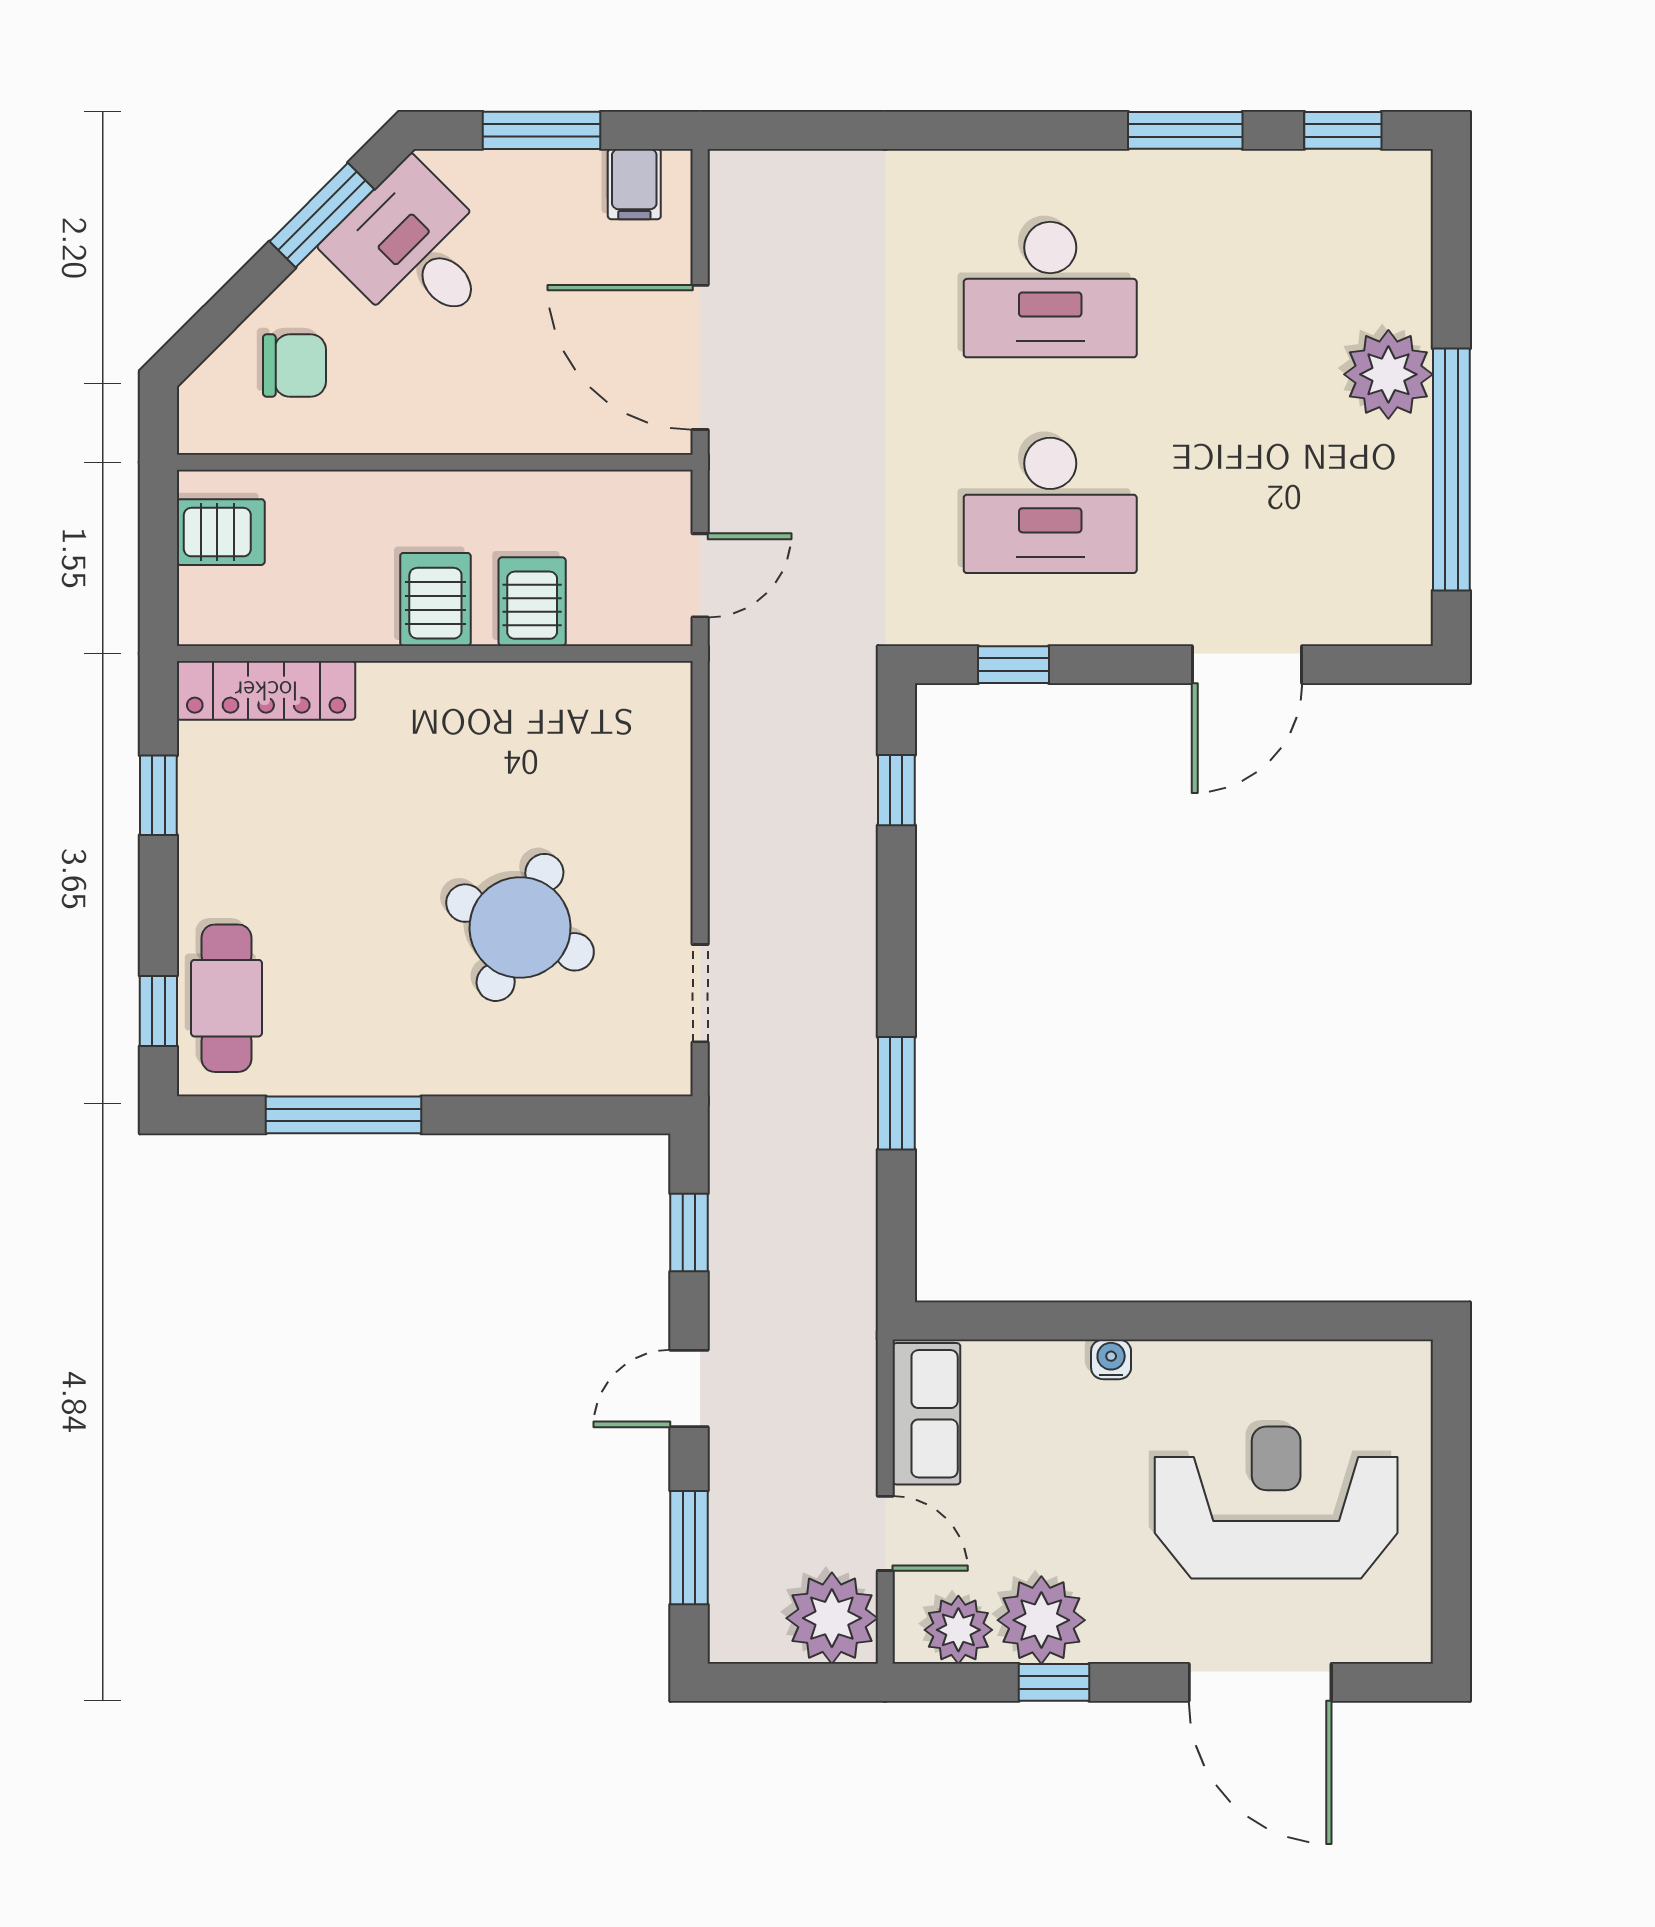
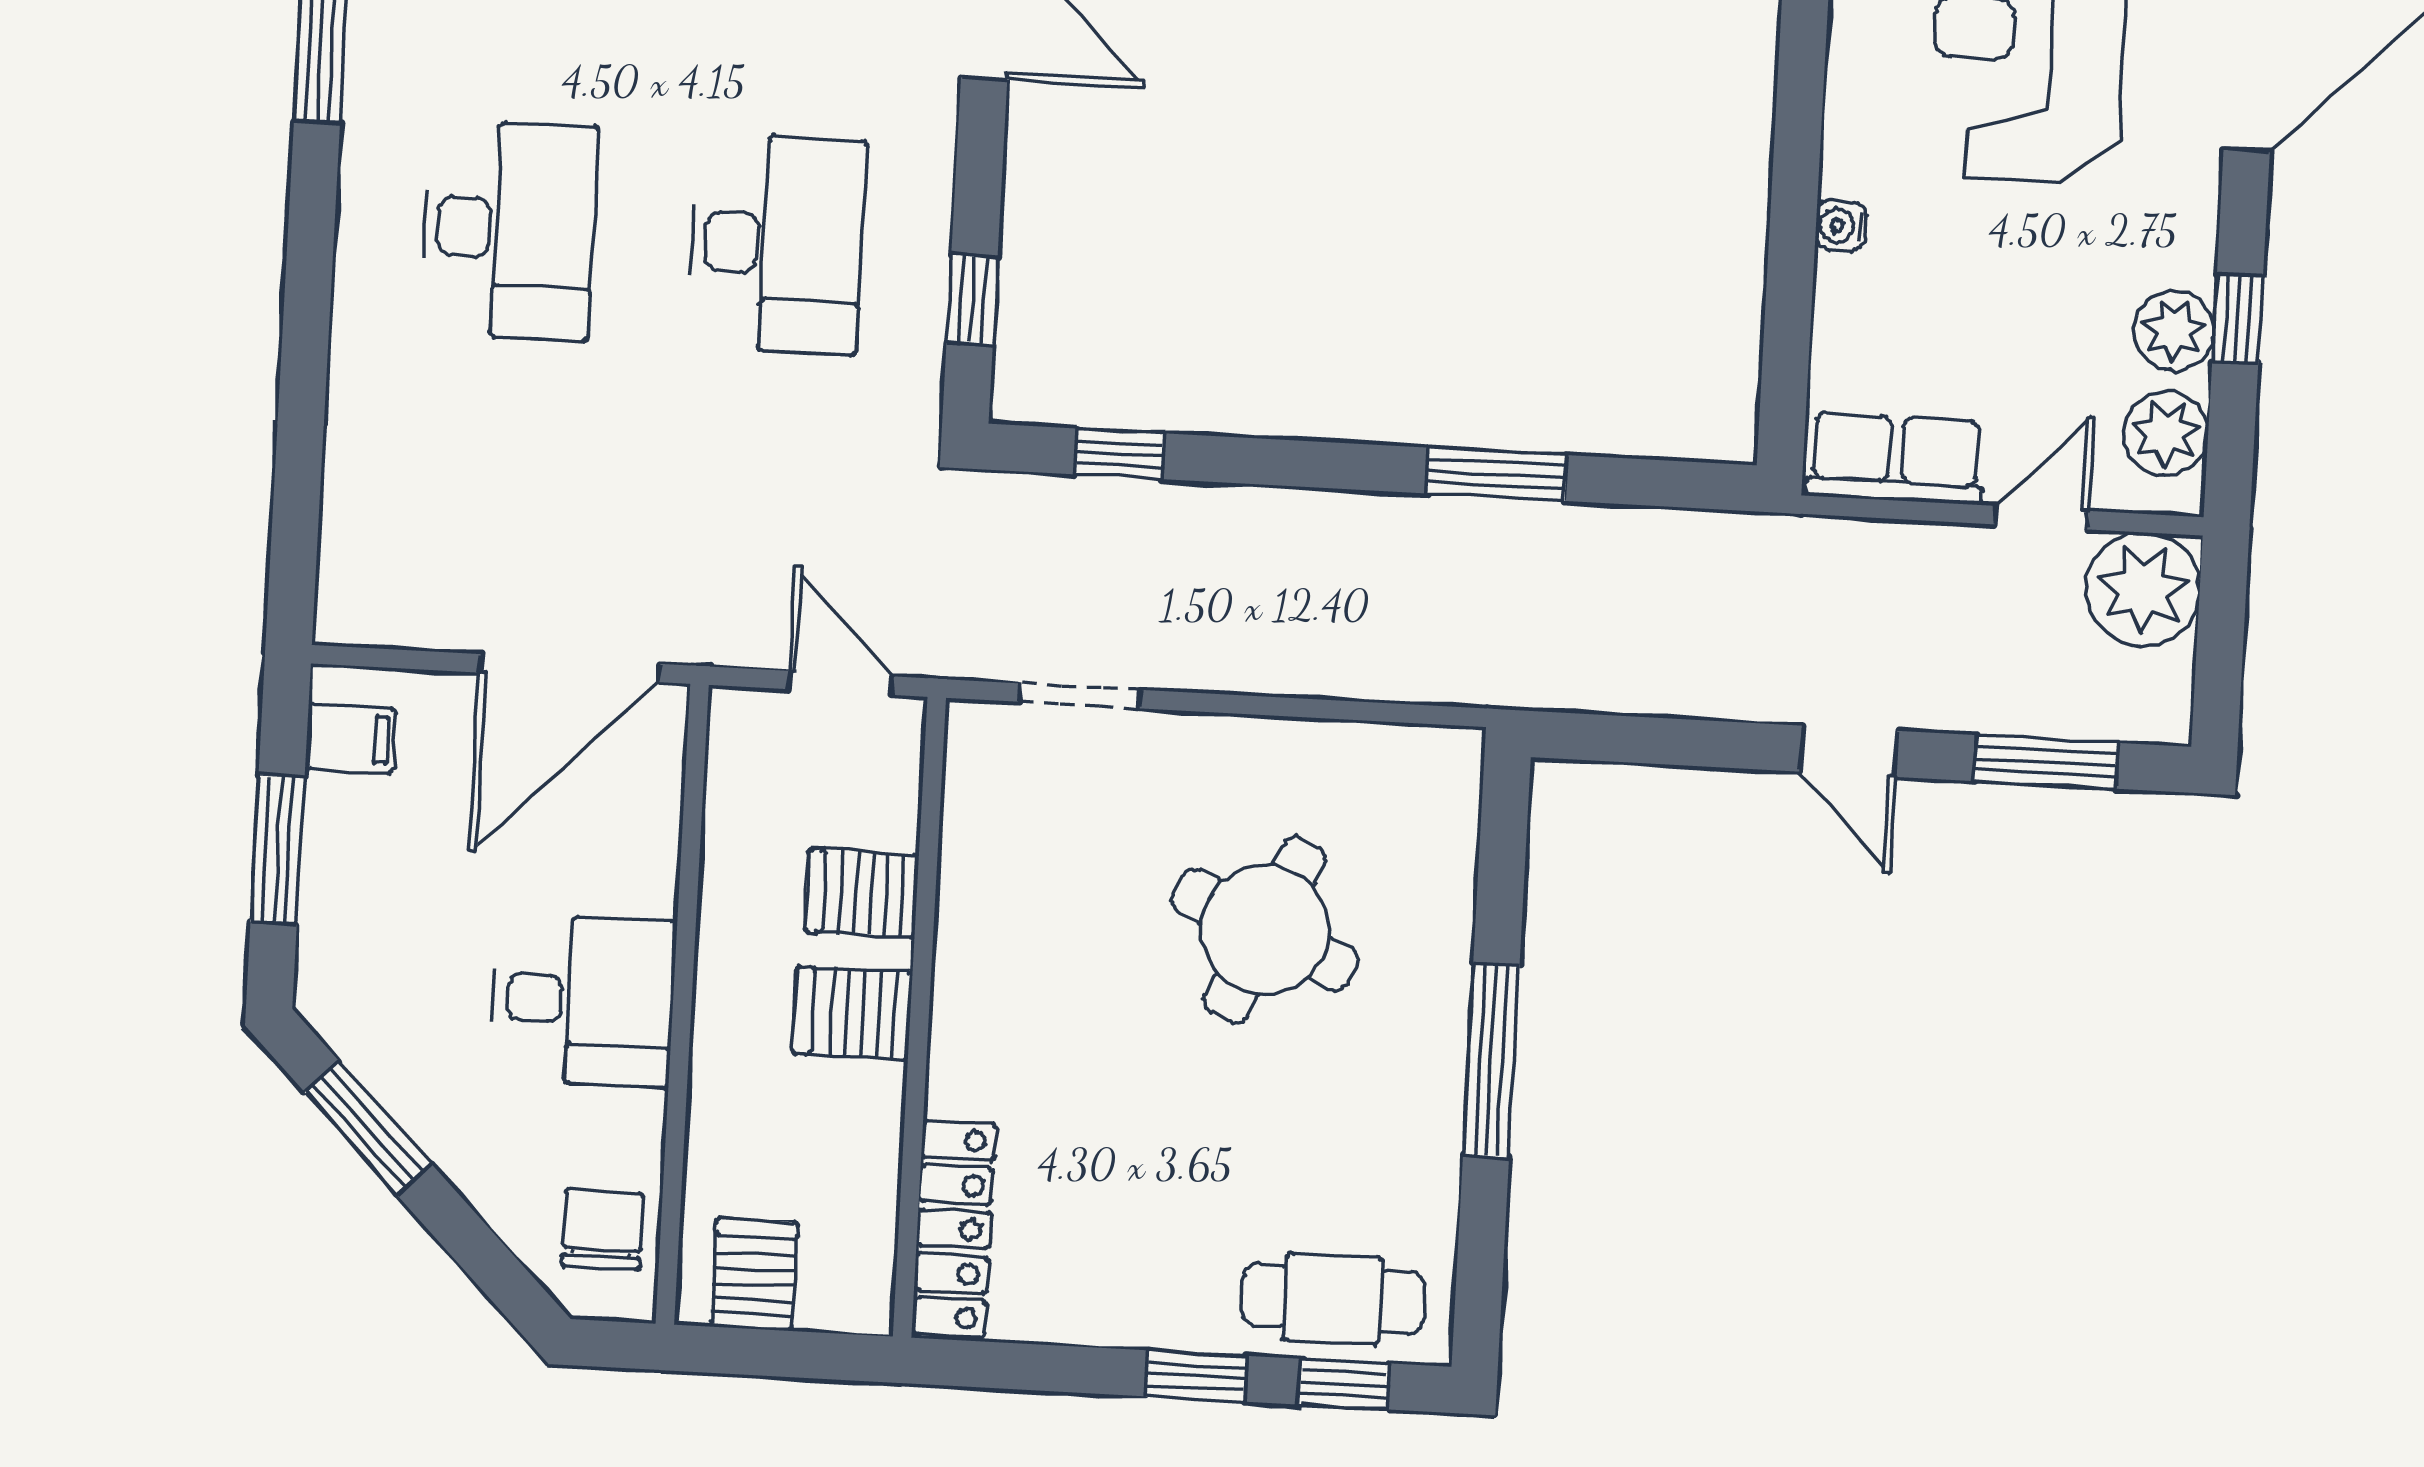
desk: (415, 251) -> (583, 1000), moved, turned -135
chair: (295, 365) -> (603, 1229), moved
window: (158, 795) -> (1196, 1376), moved
doorway: (700, 993) -> (1079, 696), moved
window: (343, 1115) -> (1491, 1060), moved
window: (689, 1232) -> (1655, 741), removed
plant: (1041, 1620) -> (2174, 330), width x0.73, depth x0.73

